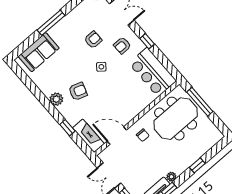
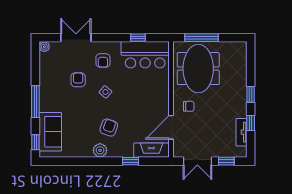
window: (147, 41) -> (138, 38), moved
window: (22, 48) -> (35, 142), added
window: (197, 165) -> (251, 94), moved
plant: (171, 177) -> (242, 112), removed

